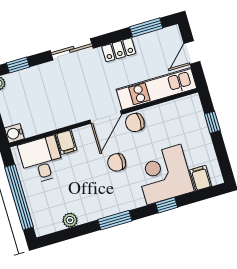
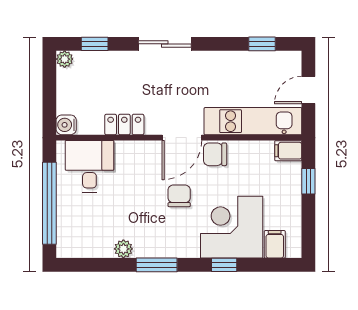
window: (146, 28) -> (262, 44), width x0.67
locker: (119, 50) -> (124, 125), moved, turned 180
filing cabinet: (66, 142) -> (288, 151), moved, turned 90
chair: (117, 162) -> (179, 196), turned 89
plant: (70, 220) -> (123, 249), moved

